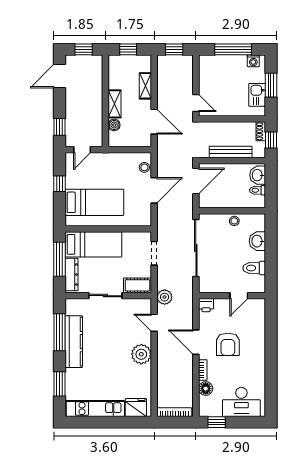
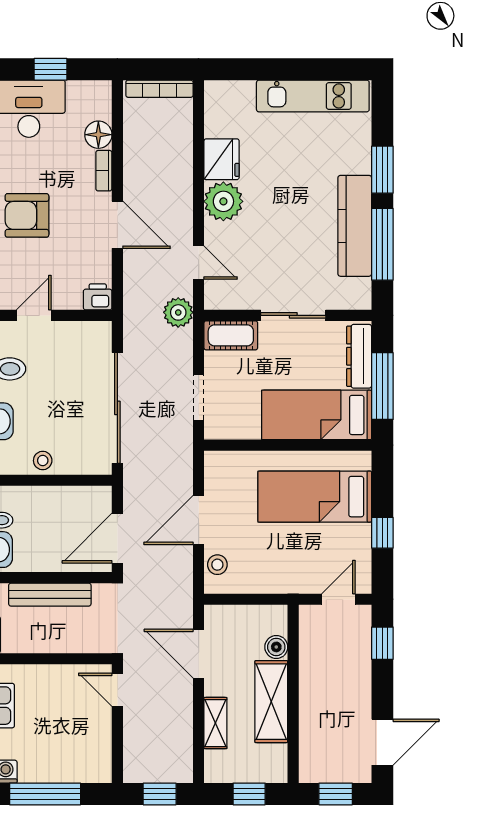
shelving: (115, 104) -> (271, 702), width x1.50, depth x1.33
armchair: (228, 344) -> (27, 215), moved, turned -90
window: (60, 384) -> (382, 170), moved
fridge: (136, 408) -> (222, 159), moved, turned -90
window: (217, 422) -> (51, 69), moved

